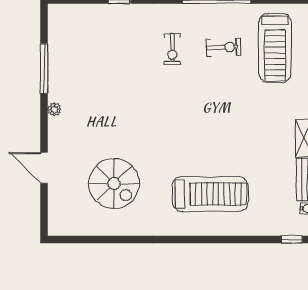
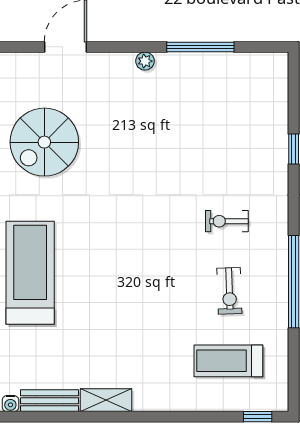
treadmill: (275, 48) -> (228, 361), width x0.73, depth x0.73
treadmill: (210, 194) -> (30, 273), turned 180

